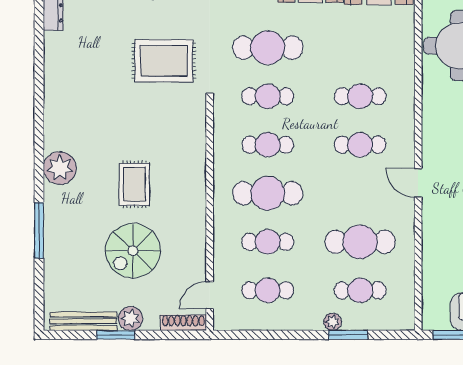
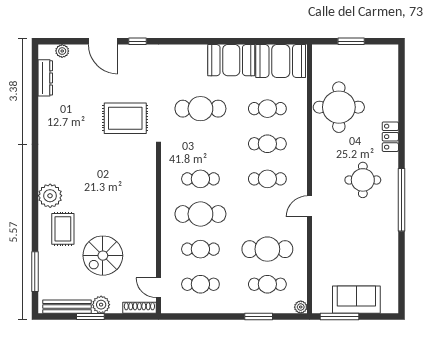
cafe table: (268, 96) -> (267, 109), moved
door: (418, 183) -> (309, 206), hinge flipped
rug: (134, 184) -> (63, 229), moved
window: (39, 230) -> (35, 272), moved
door: (210, 295) -> (158, 288), hinge flipped
plant: (333, 322) -> (301, 307), moved

